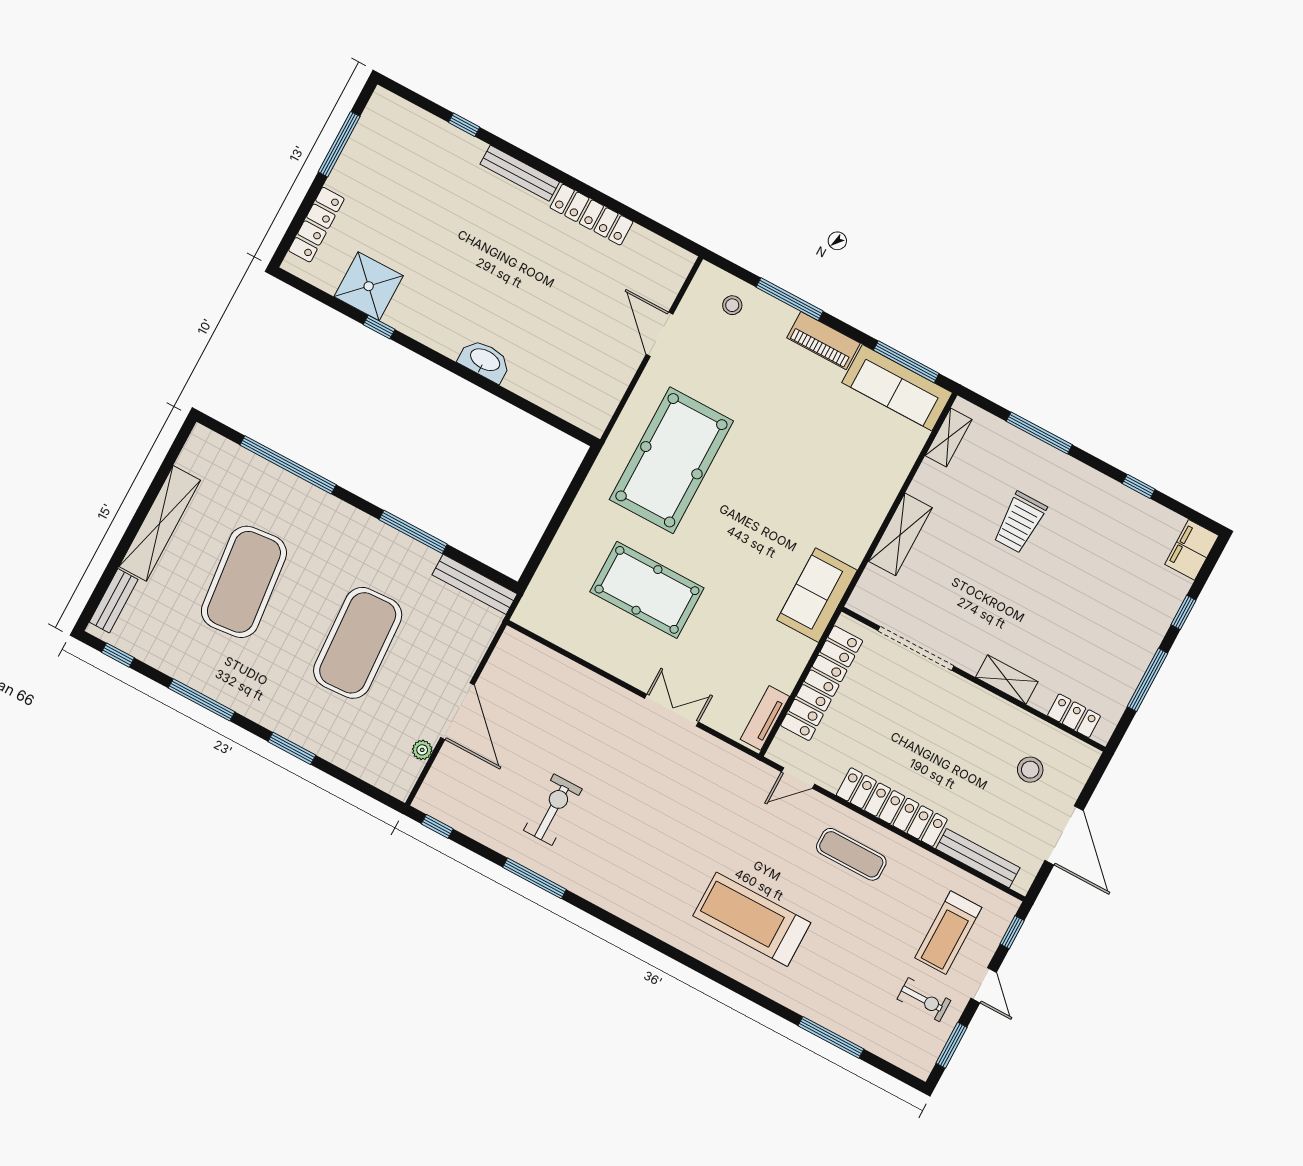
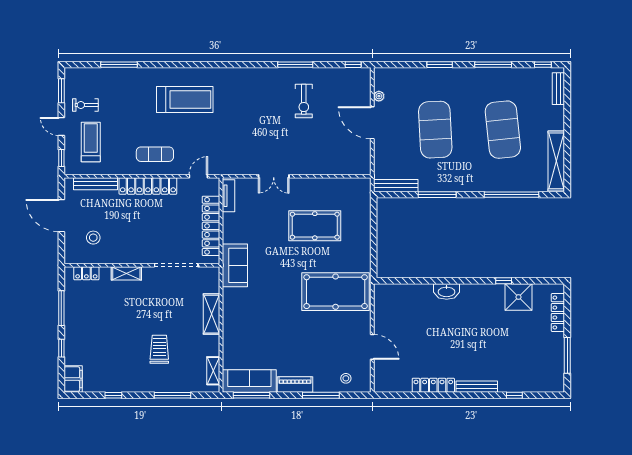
pool table: (671, 460) -> (336, 292), turned 90
shelving: (160, 523) -> (556, 161), moved

